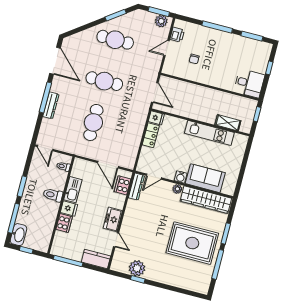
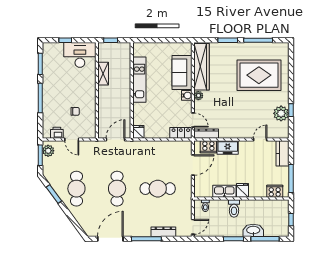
desk: (249, 83) -> (80, 55), width x1.37
dresser: (51, 105) -> (163, 232), moved
shelving: (228, 123) -> (103, 74), moved
locker: (151, 135) -> (181, 133), moved
freezer: (113, 219) -> (228, 147), moved
cooker: (64, 223) -> (275, 191), moved
washbasin: (18, 235) -> (253, 230), moved
rug: (192, 243) -> (259, 75), moved, turned 90

